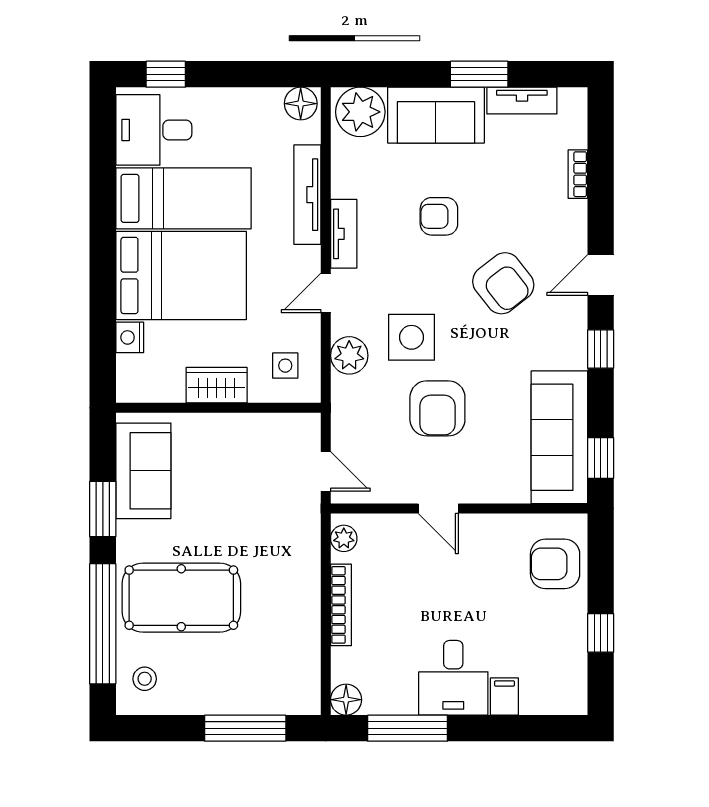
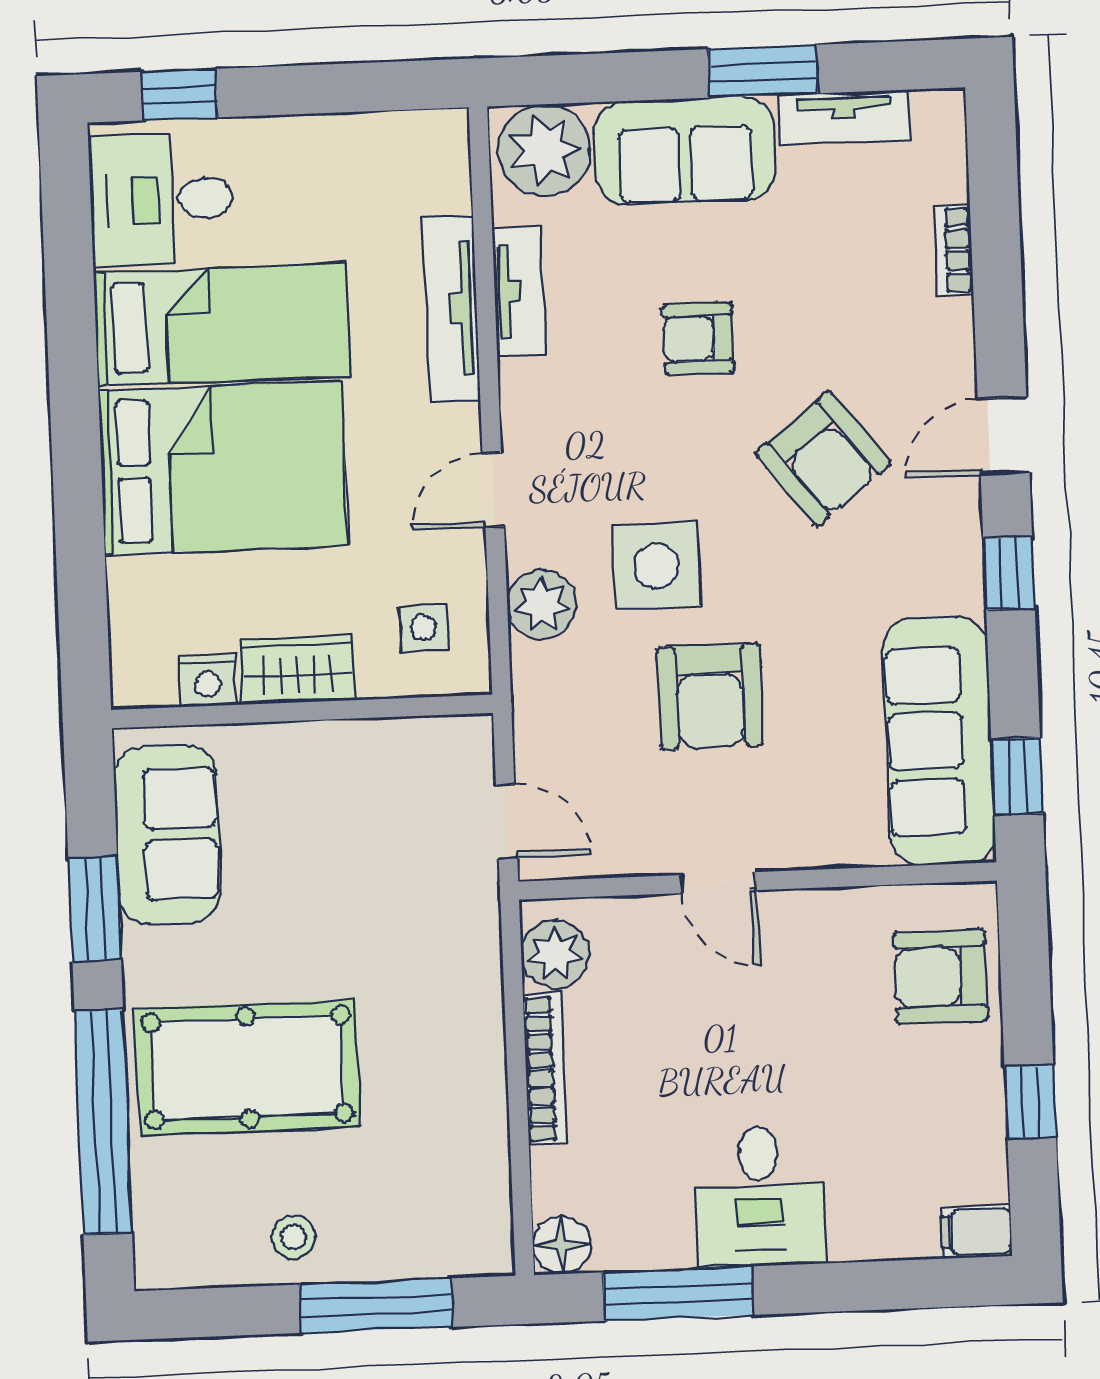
floor lamp: (301, 104) -> (433, 139), removed
tv unit: (344, 234) -> (519, 291), moved
nightstand: (130, 337) -> (208, 680), moved, turned -90
plant: (344, 538) -> (555, 954), width x1.38, depth x1.38
stool: (145, 679) -> (293, 1237), moved
filing cabinet: (504, 697) -> (977, 1231), moved, turned -90

